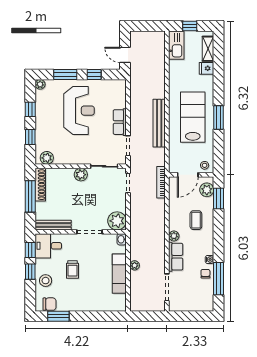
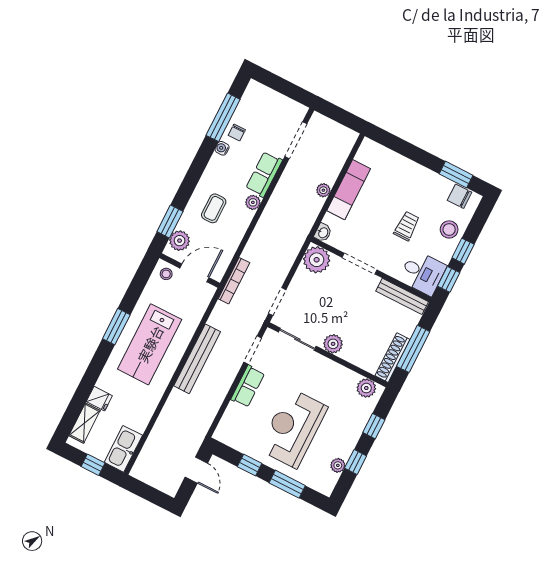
plant: (40, 84) -> (338, 465), moved

